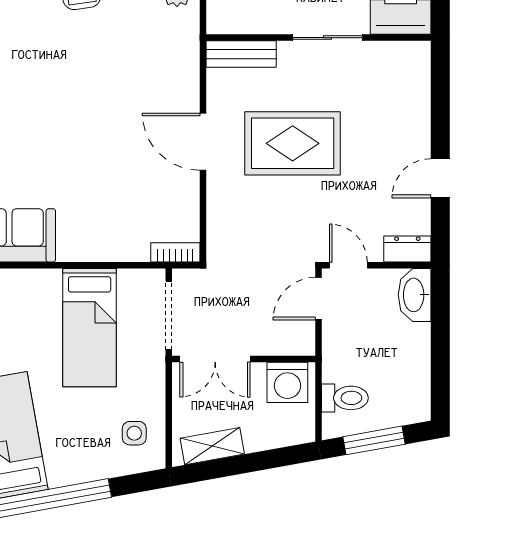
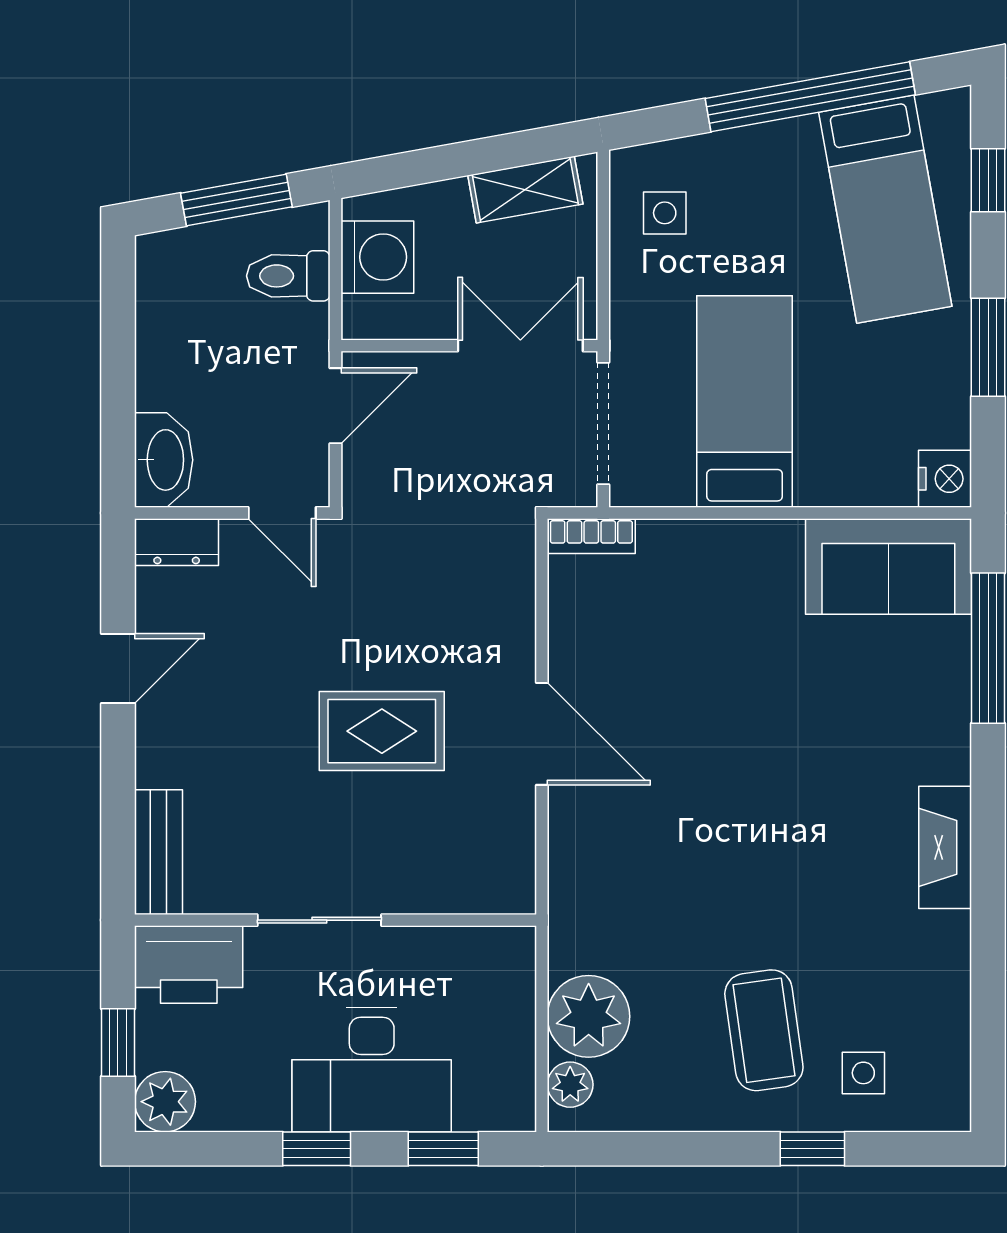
bench: (241, 54) -> (159, 852), moved, turned 90
rug: (293, 143) -> (382, 731), width x0.73, depth x0.70
door: (318, 299) -> (336, 406), moved
washing machine: (287, 382) -> (377, 257), moved, turned 90

